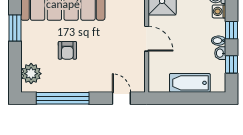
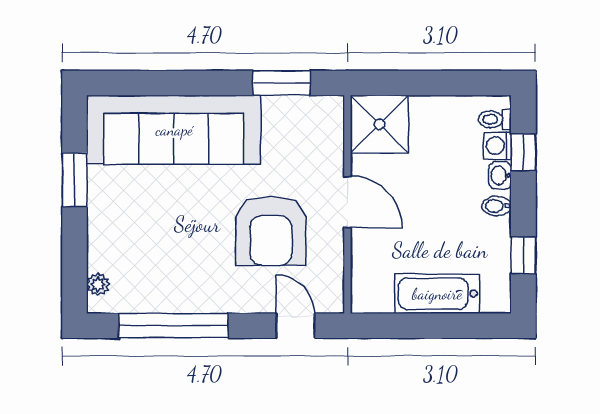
window: (231, 30) -> (523, 152), moved
armchair: (67, 50) -> (271, 231), moved, width x1.88, depth x1.88
washbasin: (220, 53) -> (500, 176), moved
plant: (31, 74) -> (98, 284), width x0.53, depth x0.53

